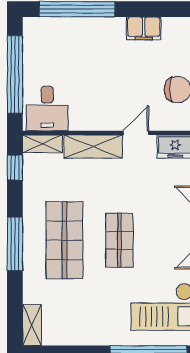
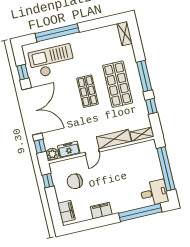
desk: (47, 109) -> (154, 193), moved, turned 90
window: (15, 168) -> (151, 106), moved

